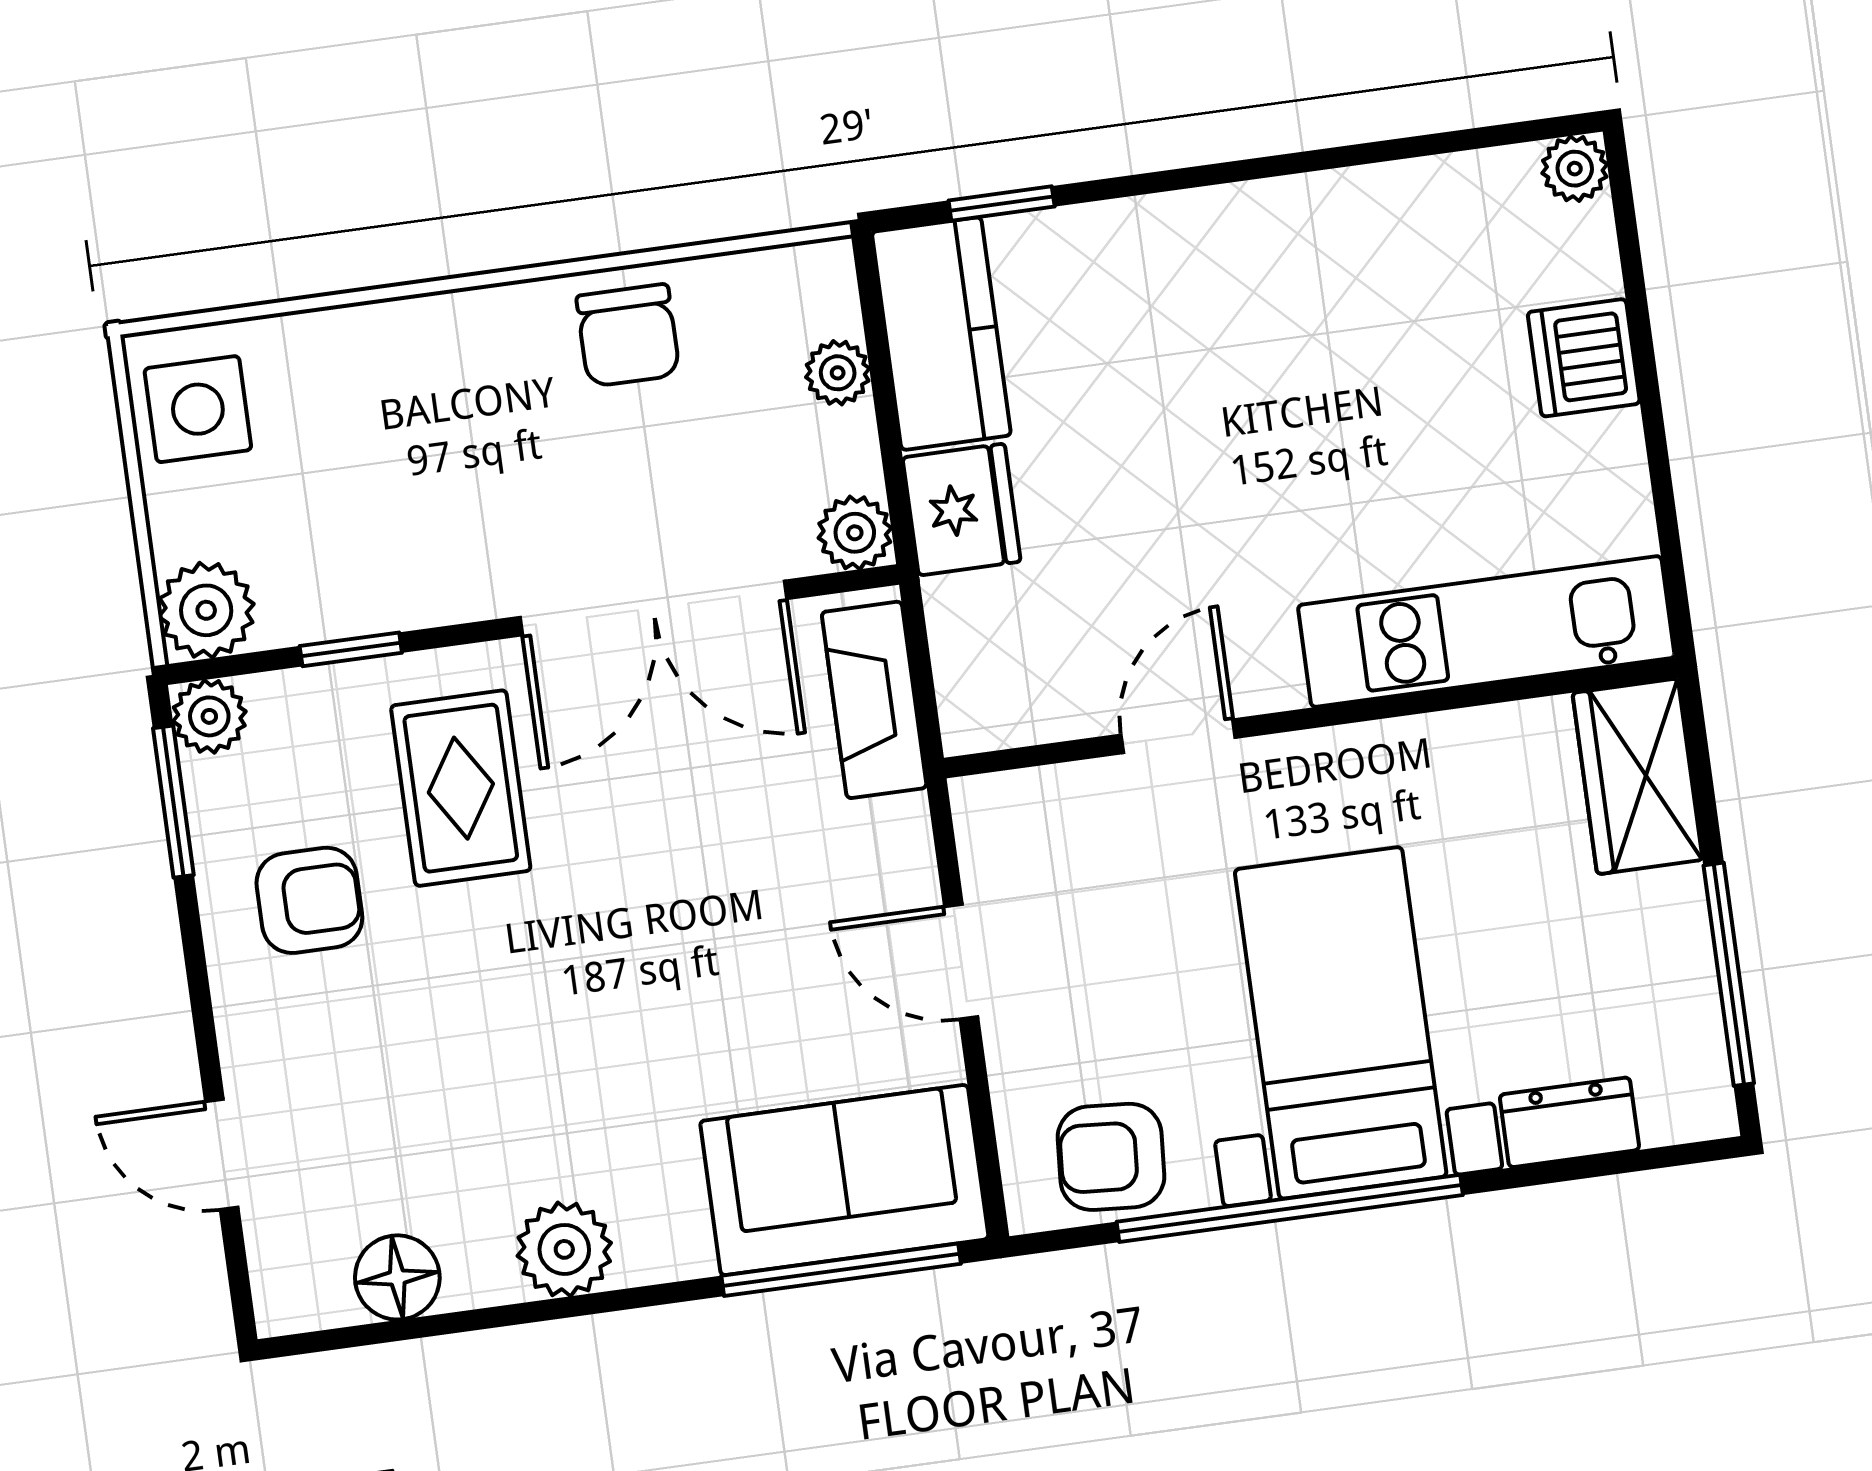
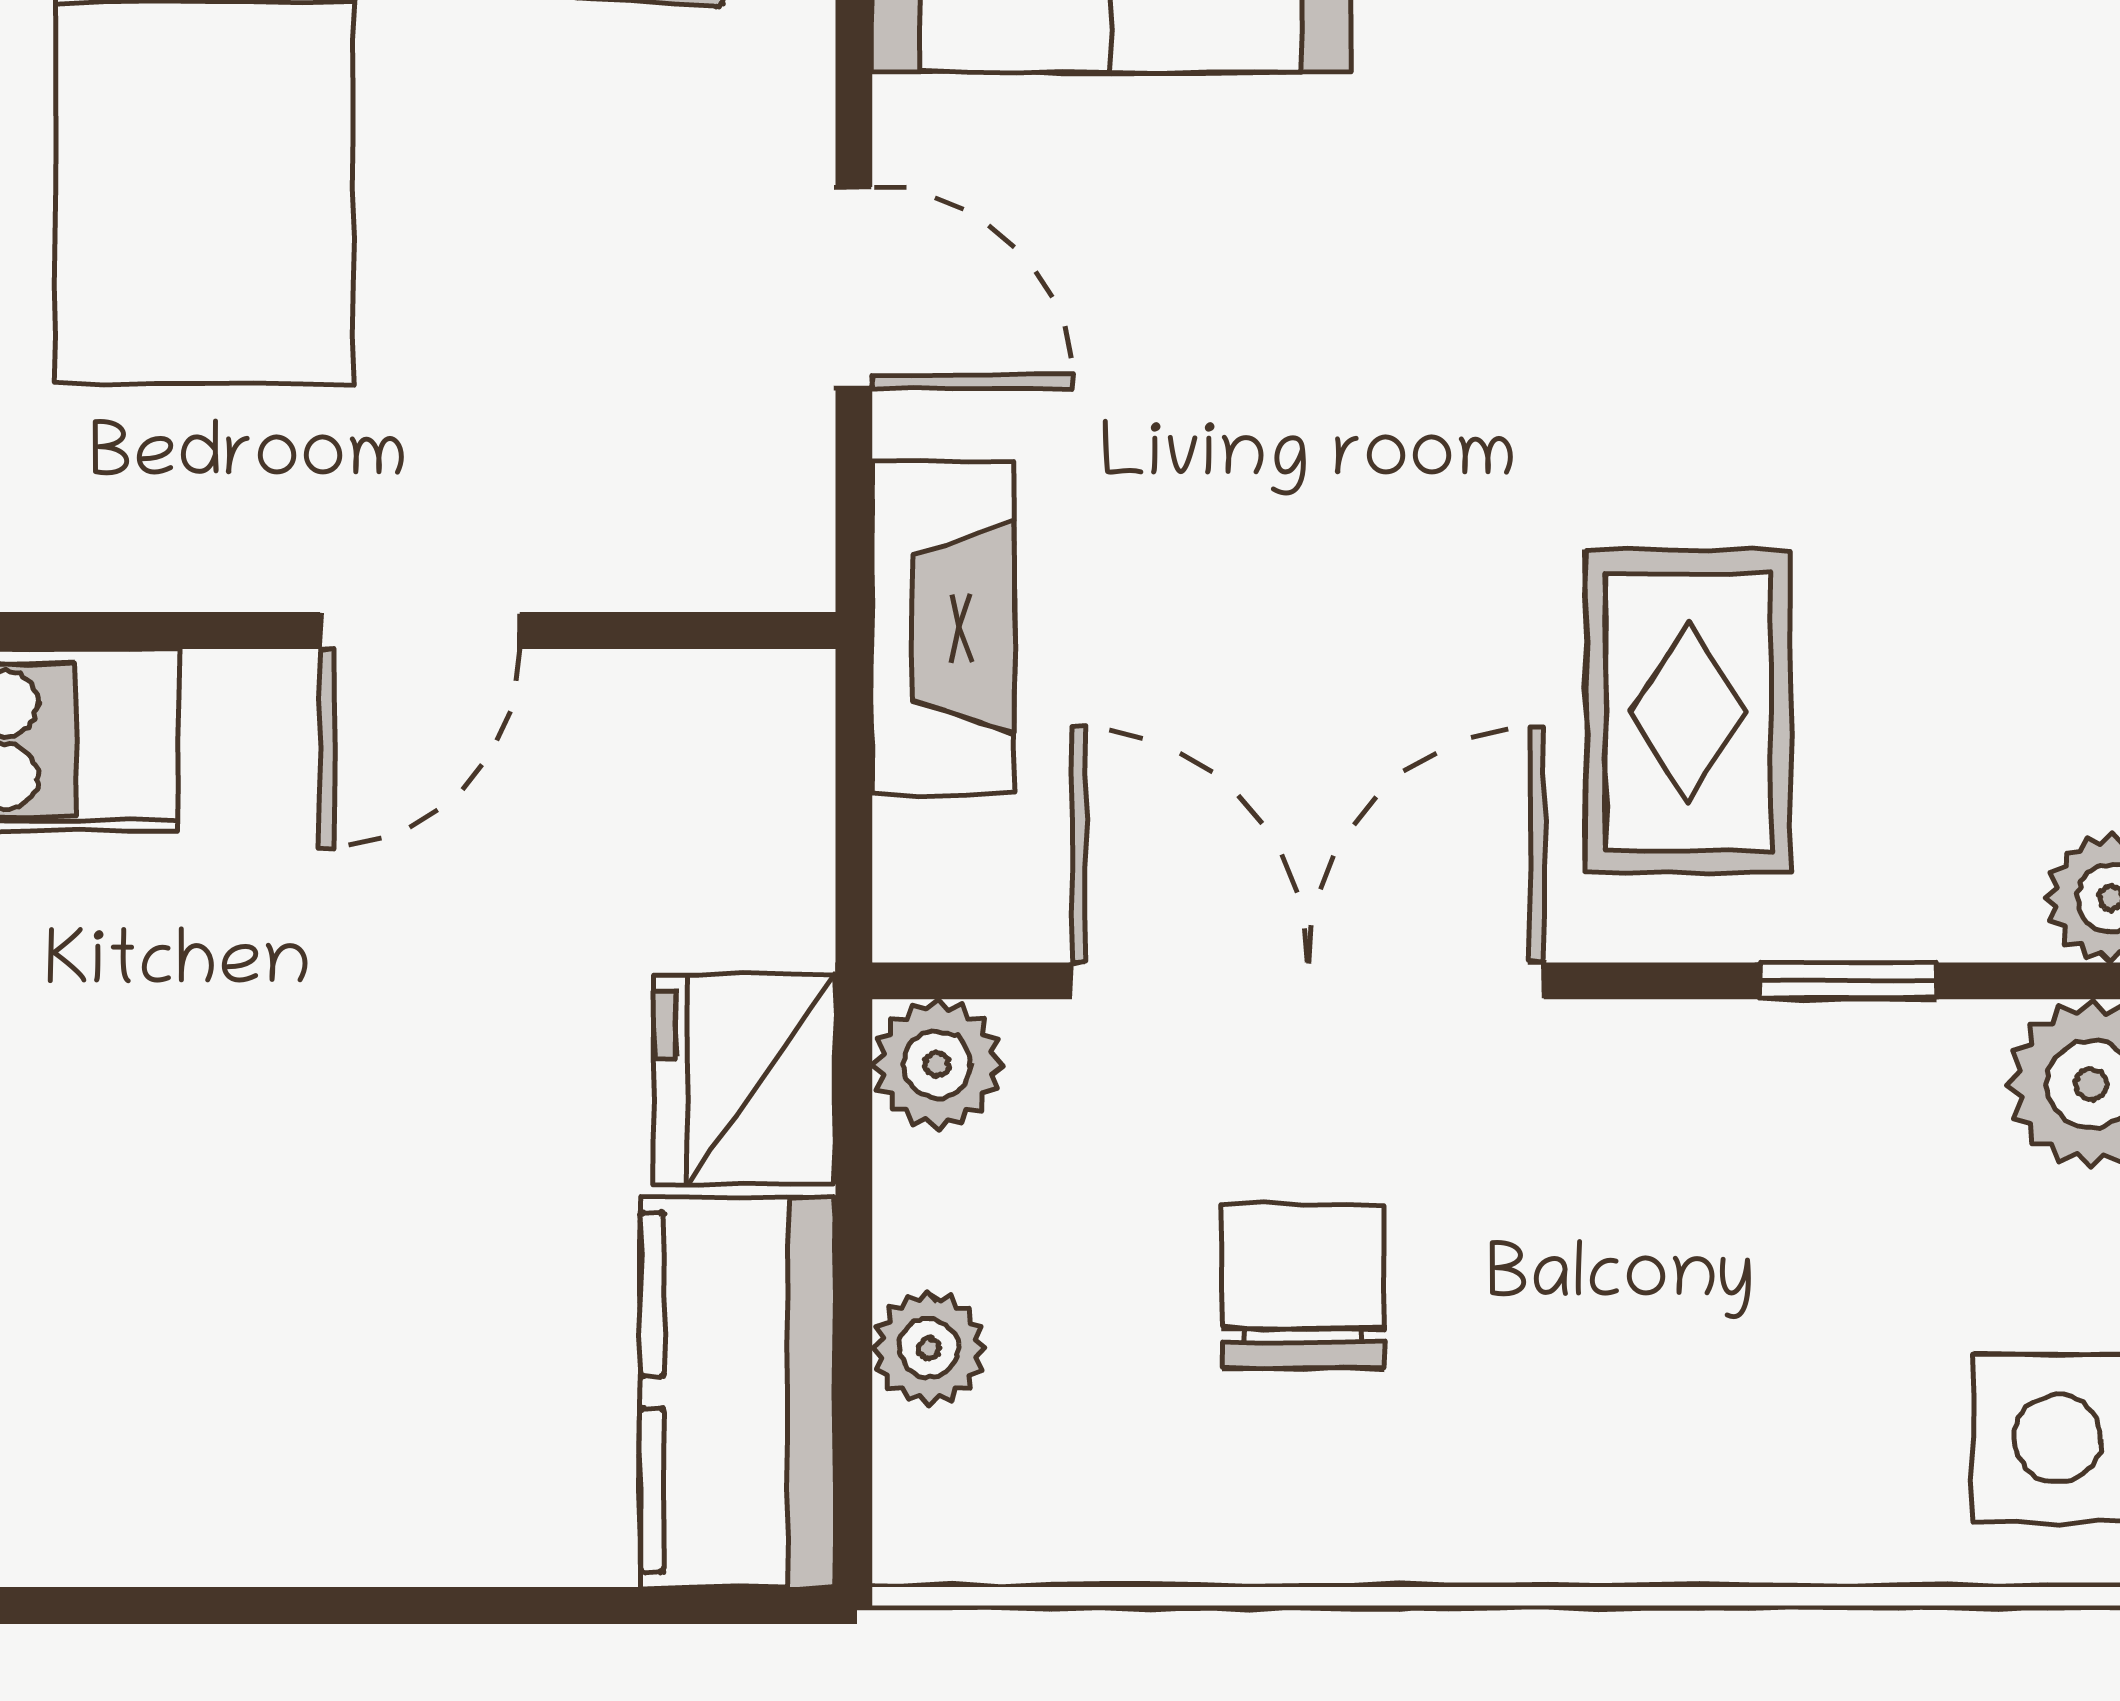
window: (1002, 203) -> (601, 1605), removed
chair: (628, 335) -> (1304, 1286), moved
fireplace: (874, 700) -> (943, 628), moved
armchair: (309, 900) -> (1980, 552), removed

